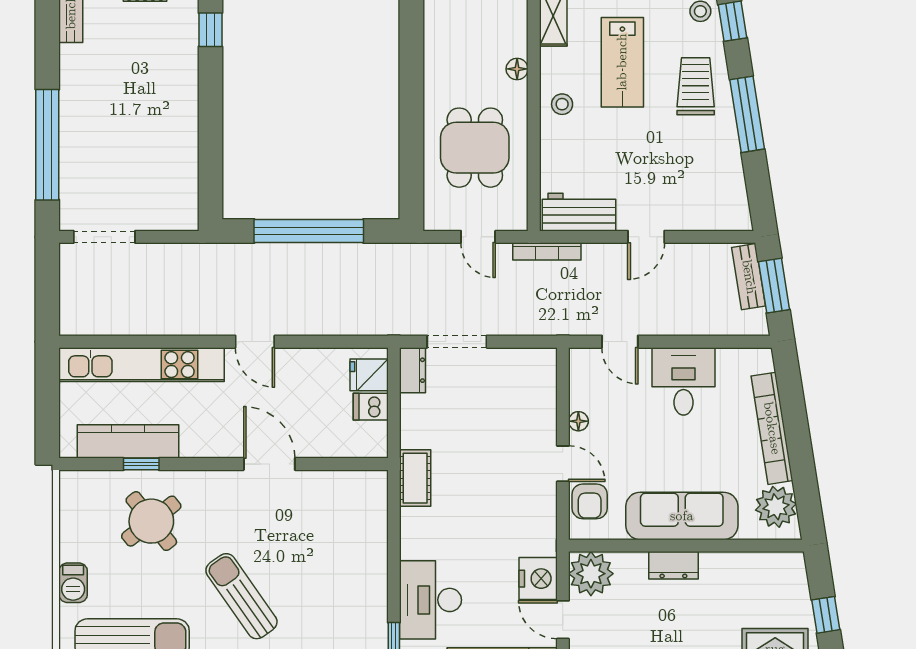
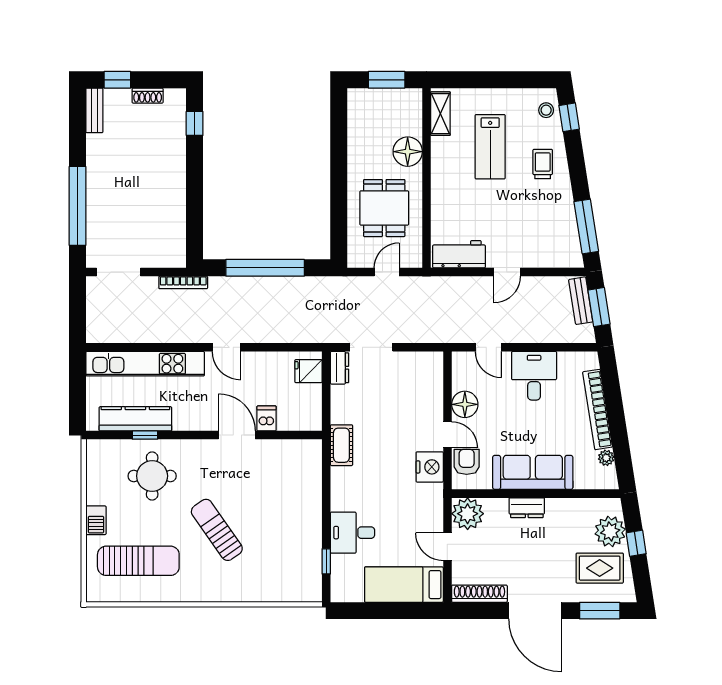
floor lamp: (517, 69) -> (408, 152), width x1.89, depth x1.89
trolley: (696, 86) -> (543, 164), width x0.73, depth x0.72
stool: (562, 104) -> (447, 177), removed
window: (747, 114) -> (586, 227), moved
door: (478, 237) -> (387, 272), swing flipped
bookcase: (547, 251) -> (183, 282), moved
dishwasher: (371, 407) -> (267, 418), moved, turned 90
floor lamp: (578, 421) -> (465, 404), width x1.89, depth x1.89
armchair: (590, 501) -> (467, 462), turned 180
plant: (776, 507) -> (606, 458), width x0.53, depth x0.53
round table: (151, 521) -> (152, 476), turned 38
nightstand: (538, 579) -> (430, 467), moved
plant: (790, 598) -> (610, 532), added
desk: (431, 600) -> (353, 533), width x0.73

